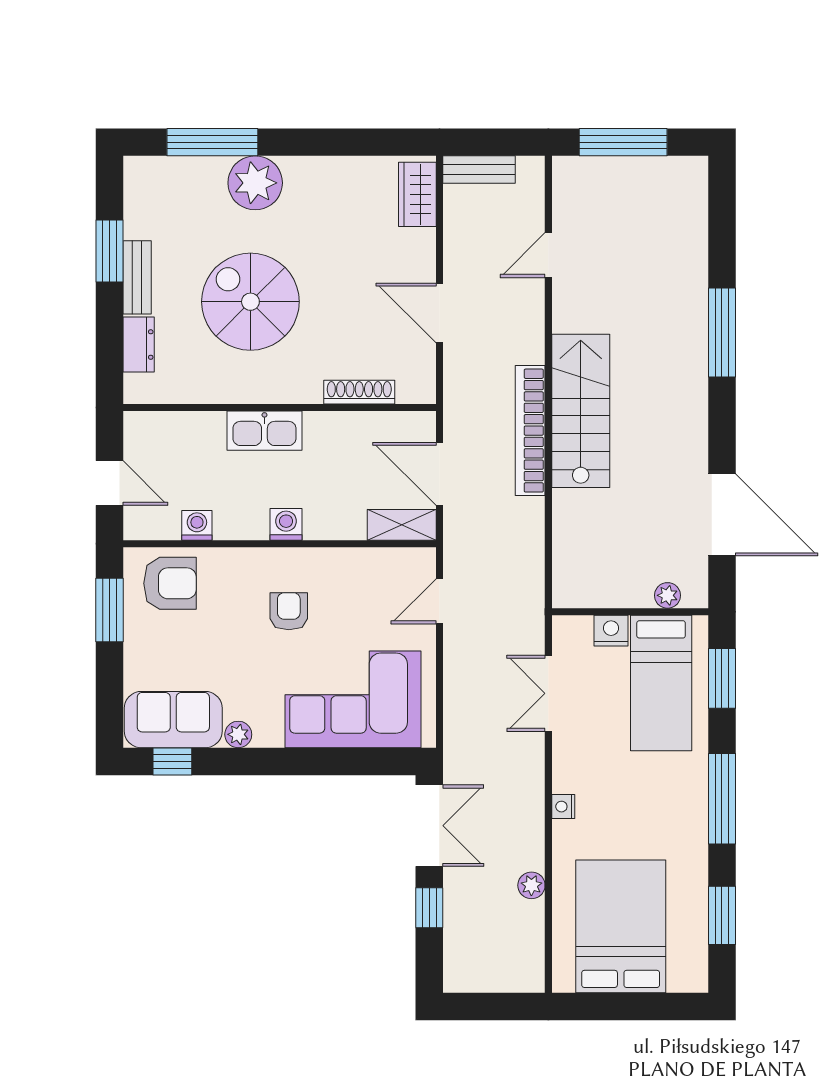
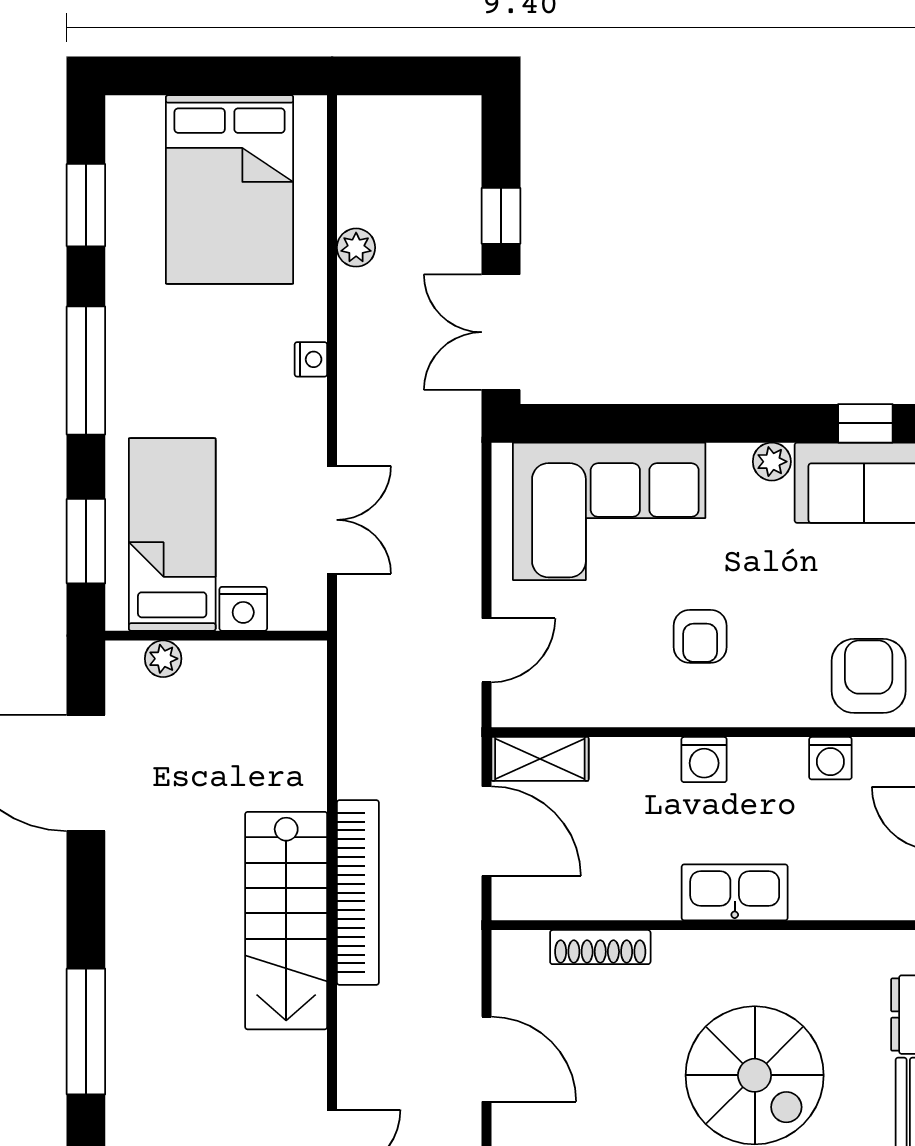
armchair: (170, 583) -> (869, 676), turned 90

